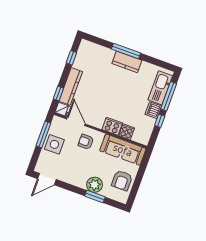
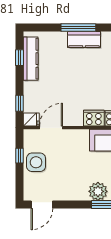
kitchen counter: (71, 86) -> (31, 59), moved
door: (76, 121) -> (51, 128), hinge flipped
window: (43, 134) -> (20, 156), width x0.46
armchair: (86, 142) -> (70, 146), removed

